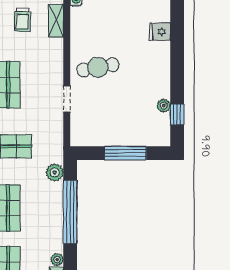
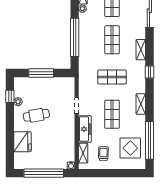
fridge: (160, 32) -> (22, 142), width x1.88, depth x1.34
freezer: (53, 60) -> (85, 129), added
cafe table: (98, 67) -> (36, 115), moved
plant: (55, 172) -> (84, 61), removed

